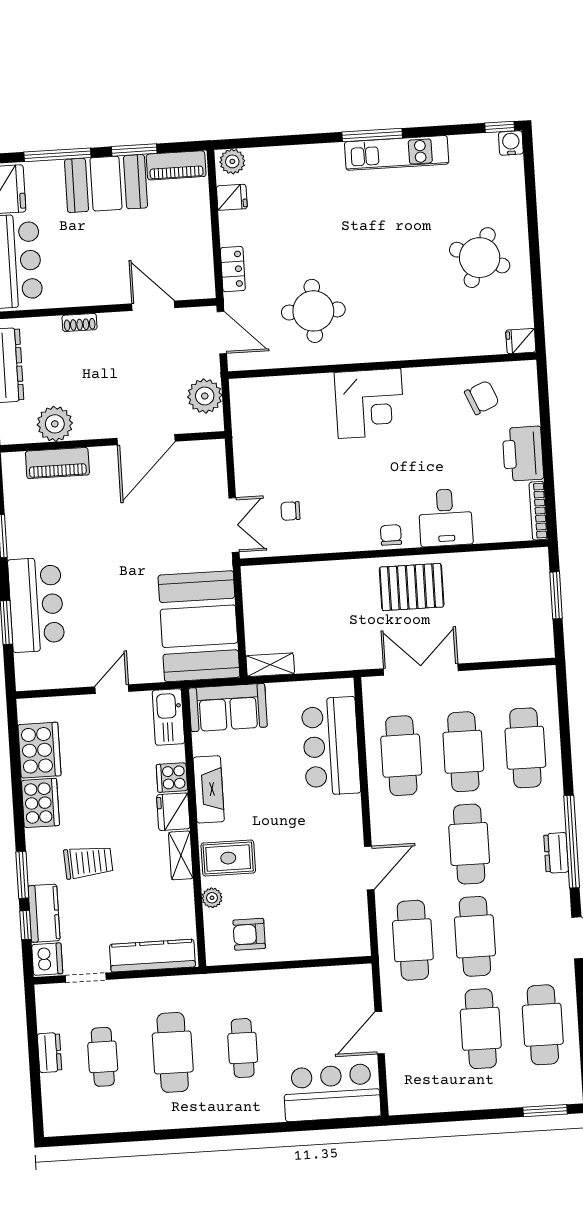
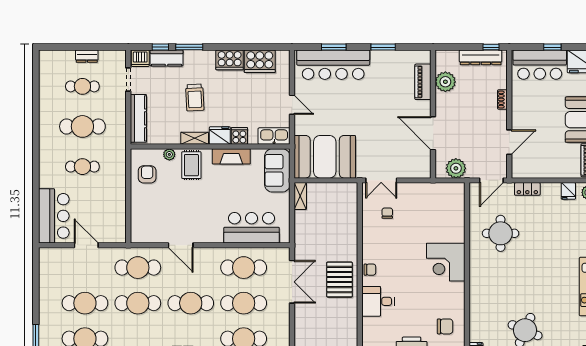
chair: (482, 398) -> (445, 326), turned -67
bar counter: (36, 605) -> (333, 65), width x1.36
trolley: (88, 862) -> (195, 97), moved

